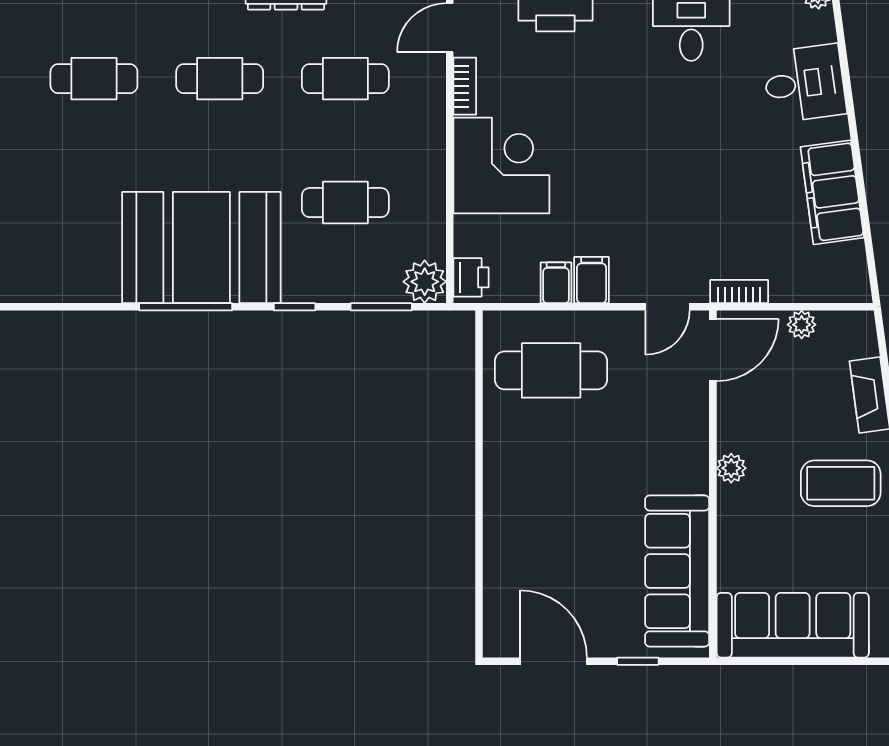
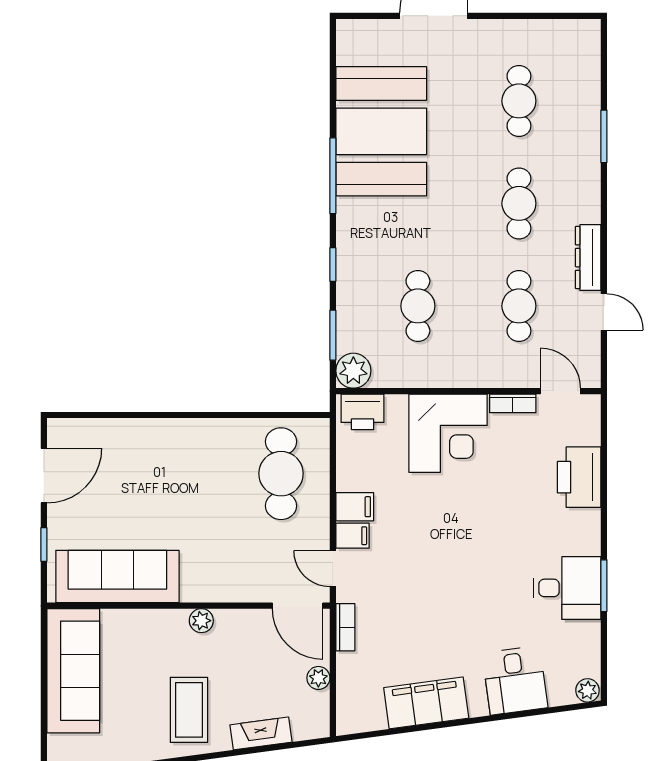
booth: (201, 248) -> (381, 131), moved
printer: (471, 277) -> (363, 412), width x1.36, depth x1.24
filing cabinet: (556, 283) -> (353, 536), moved

